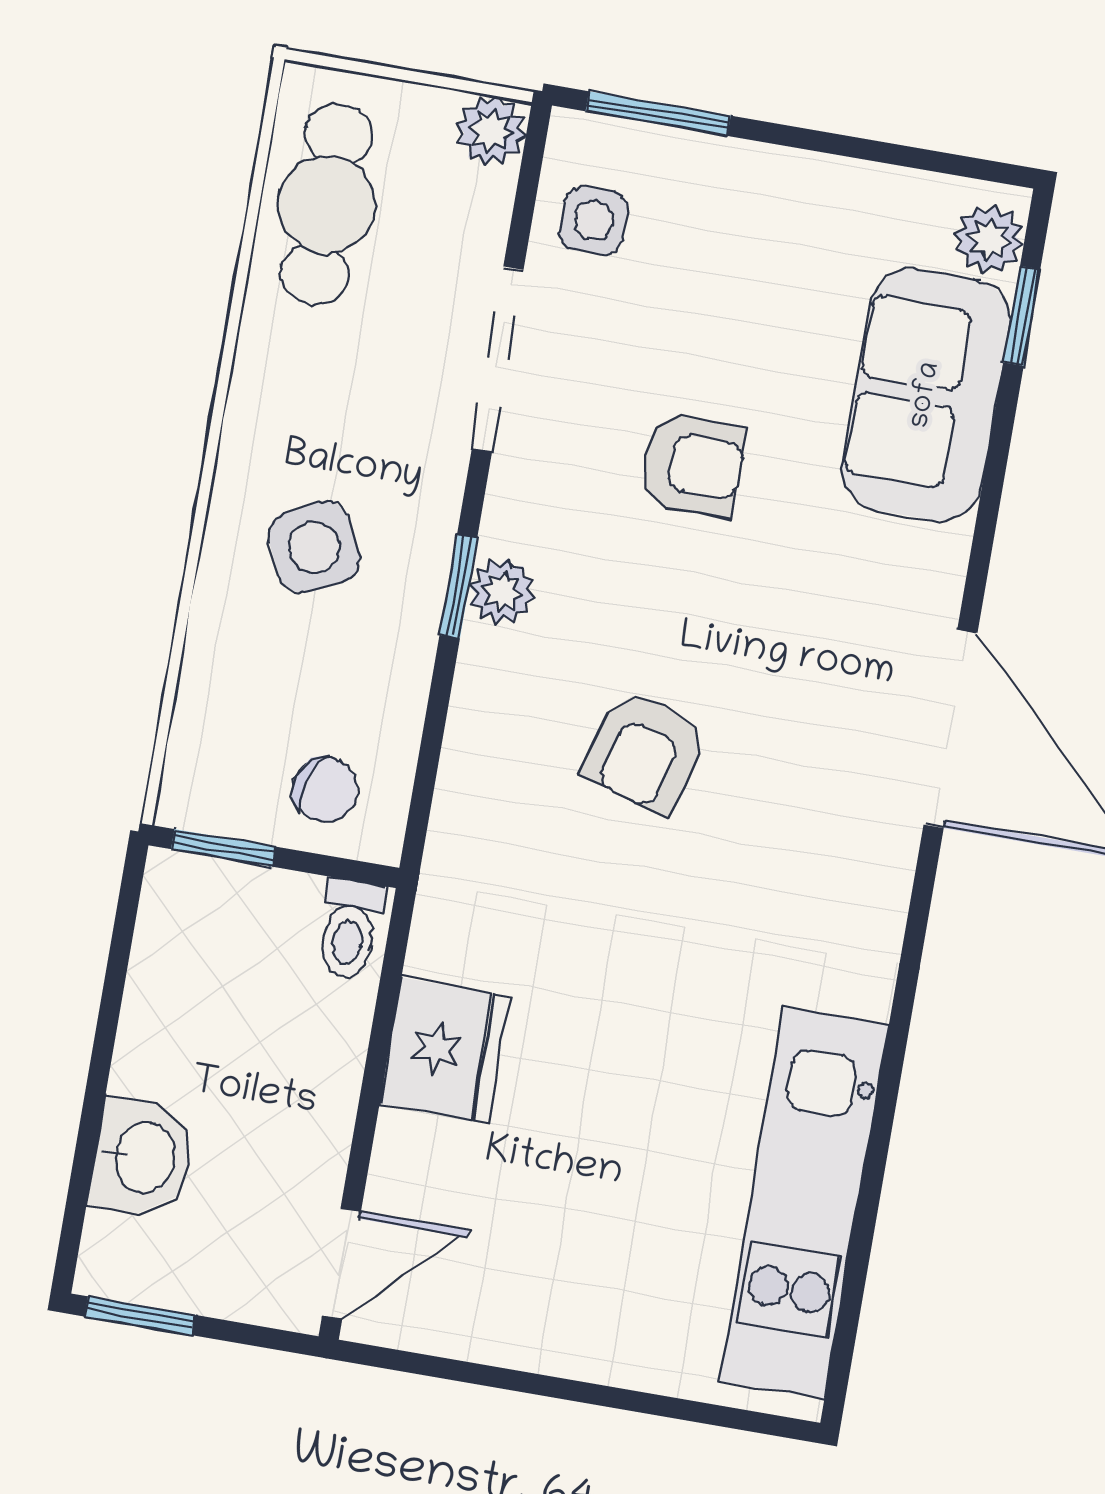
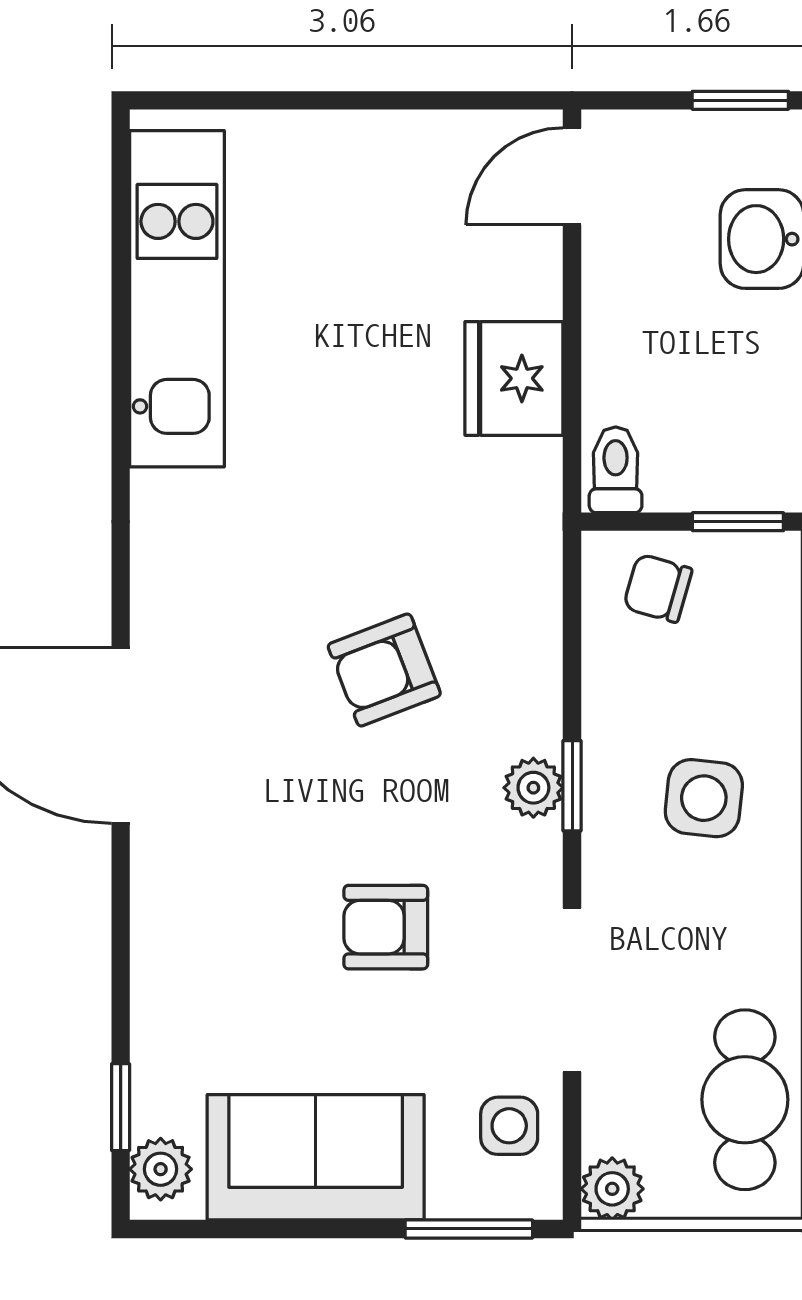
sofa: (926, 395) -> (316, 1157), moved, turned -90
side table: (314, 547) -> (704, 798), turned 32
armchair: (645, 751) -> (384, 670), turned -127

